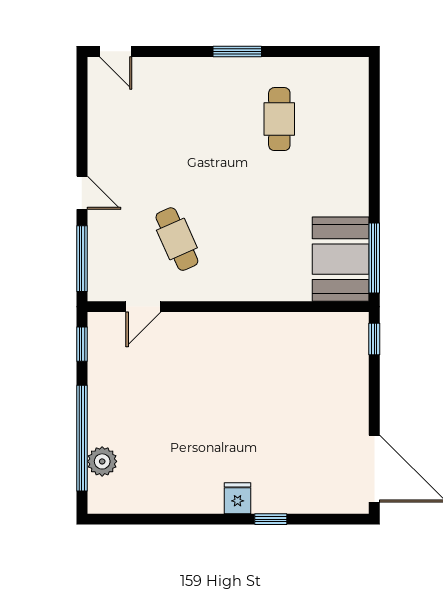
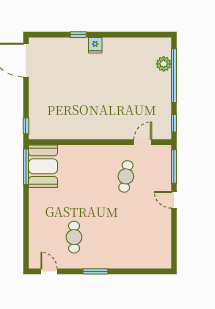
door: (116, 51) -> (49, 271), moved
cafe table: (177, 239) -> (126, 176), turned 33

